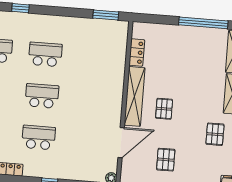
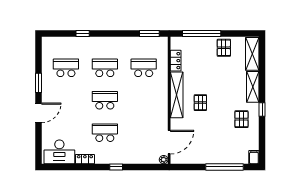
window: (203, 23) -> (202, 33), moved
school desk: (95, 58) -> (144, 68), added
door: (121, 143) -> (169, 142), moved
pallet: (166, 160) -> (224, 48), moved

